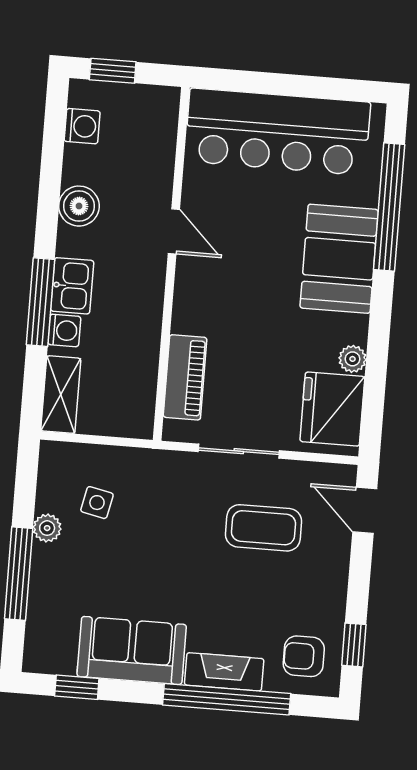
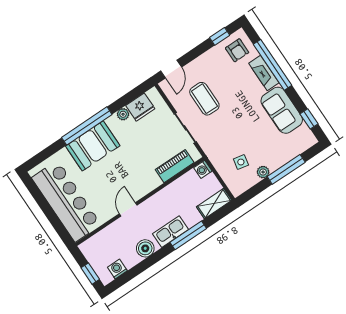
window: (389, 207) -> (87, 126), moved
kitchen sink: (72, 286) -> (171, 232), width x1.38
washing machine: (64, 330) -> (203, 169), moved, turned -90
fridge: (332, 409) -> (140, 107), width x0.73, depth x0.75

